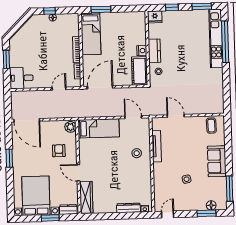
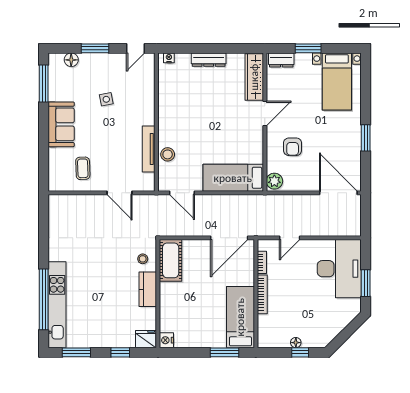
nightstand: (142, 51) -> (166, 340), moved
desk: (21, 78) -> (339, 269), width x1.87, depth x1.30
coffee table: (211, 126) -> (83, 168), moved
stool: (137, 153) -> (168, 154), moved
door: (78, 173) -> (265, 113), hinge flipped
bed with nightstands: (36, 196) -> (337, 82), width x0.73
dresser: (129, 208) -> (209, 60), moved
window: (206, 213) -> (95, 48), moved

